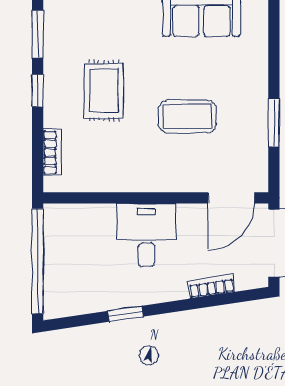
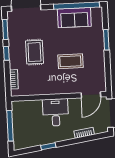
window: (274, 123) -> (106, 40), moved
window: (38, 261) -> (10, 126), width x0.68

